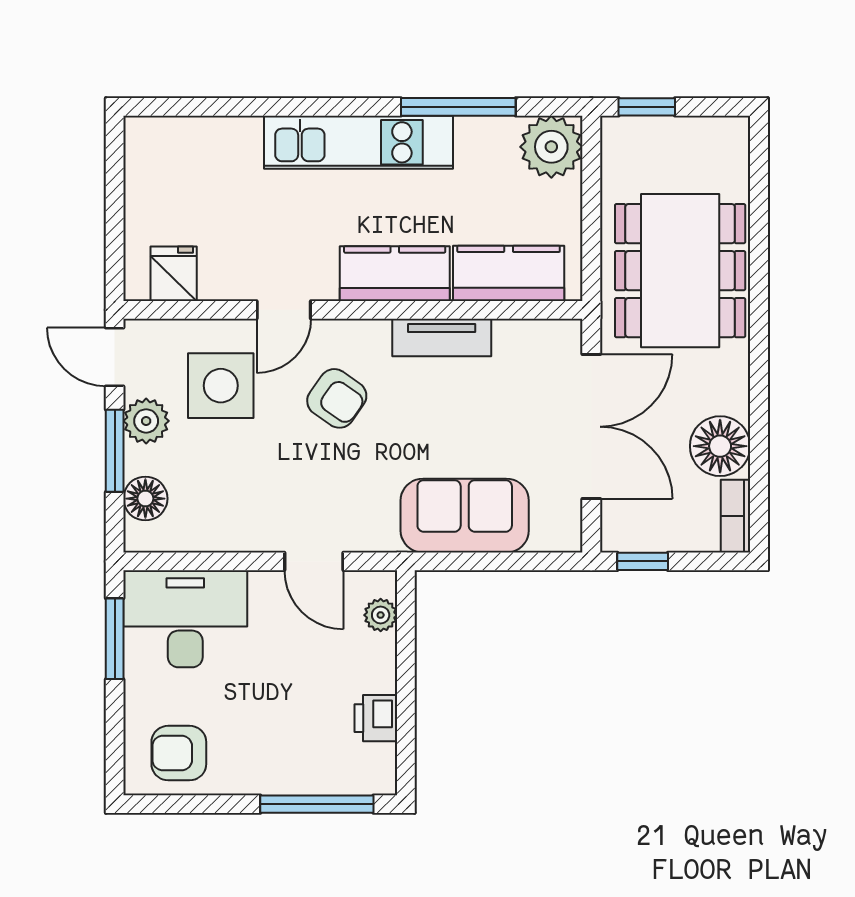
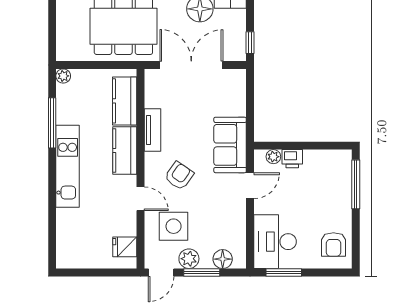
window: (647, 107) -> (52, 41), removed
plant: (551, 147) -> (63, 76), width x0.53, depth x0.53
sofa: (465, 516) -> (230, 145), moved
printer: (376, 718) -> (292, 159), moved

